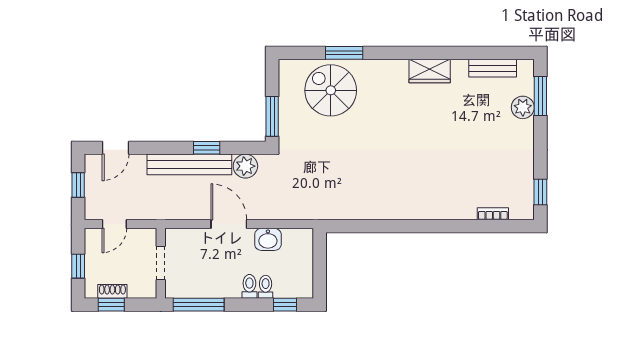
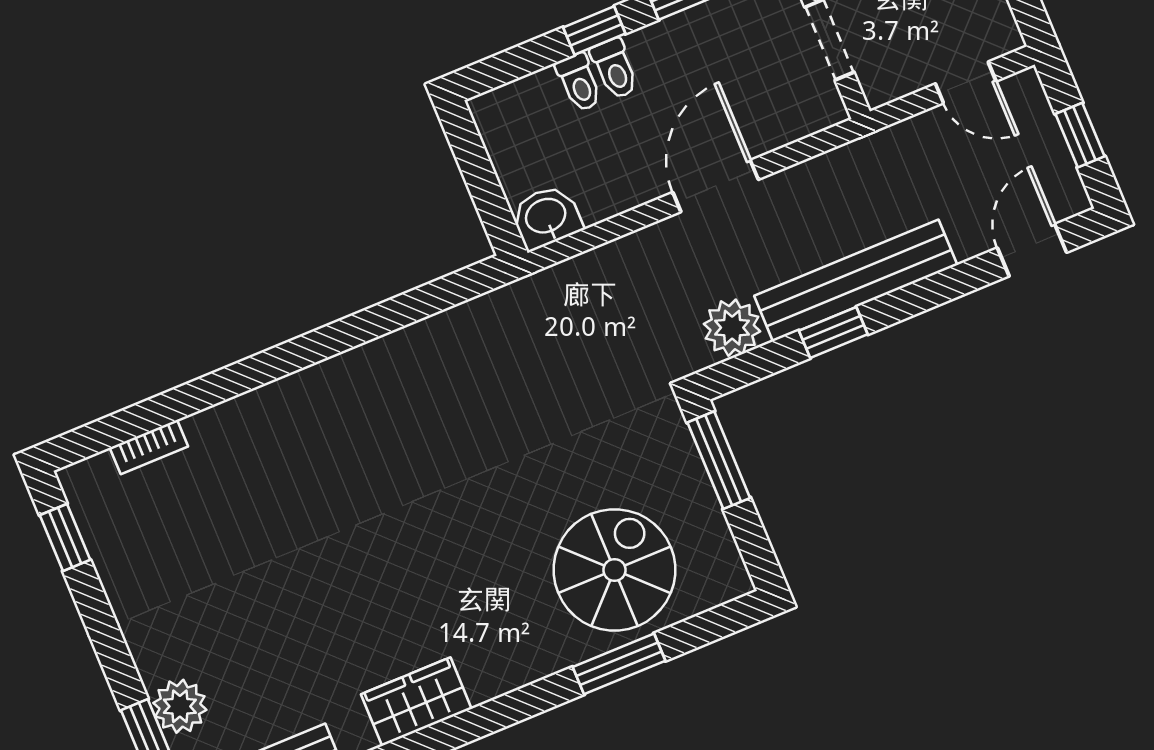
spiral stairs: (331, 90) -> (614, 570), turned -90
door: (114, 224) -> (966, 82), swing flipped
door: (229, 224) -> (716, 186), swing flipped
washbasin: (268, 239) -> (546, 217), moved
window: (285, 305) -> (594, 31), moved

